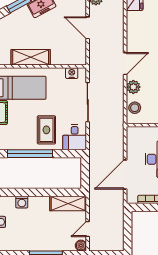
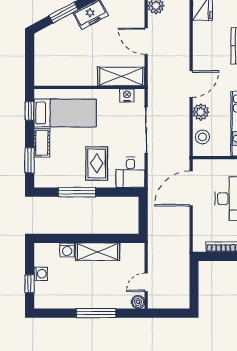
shelving: (31, 57) -> (121, 76), moved
window: (30, 154) -> (77, 192), width x0.68
door: (125, 175) -> (191, 188), moved
shelving: (68, 203) -> (97, 252), moved

